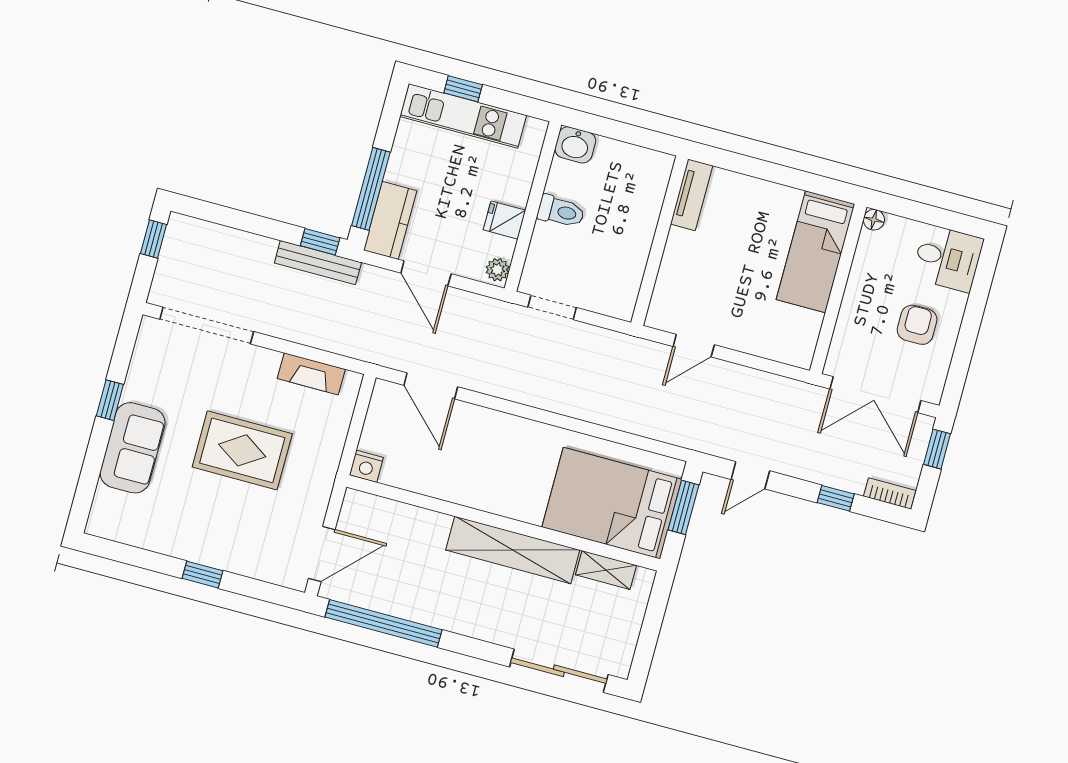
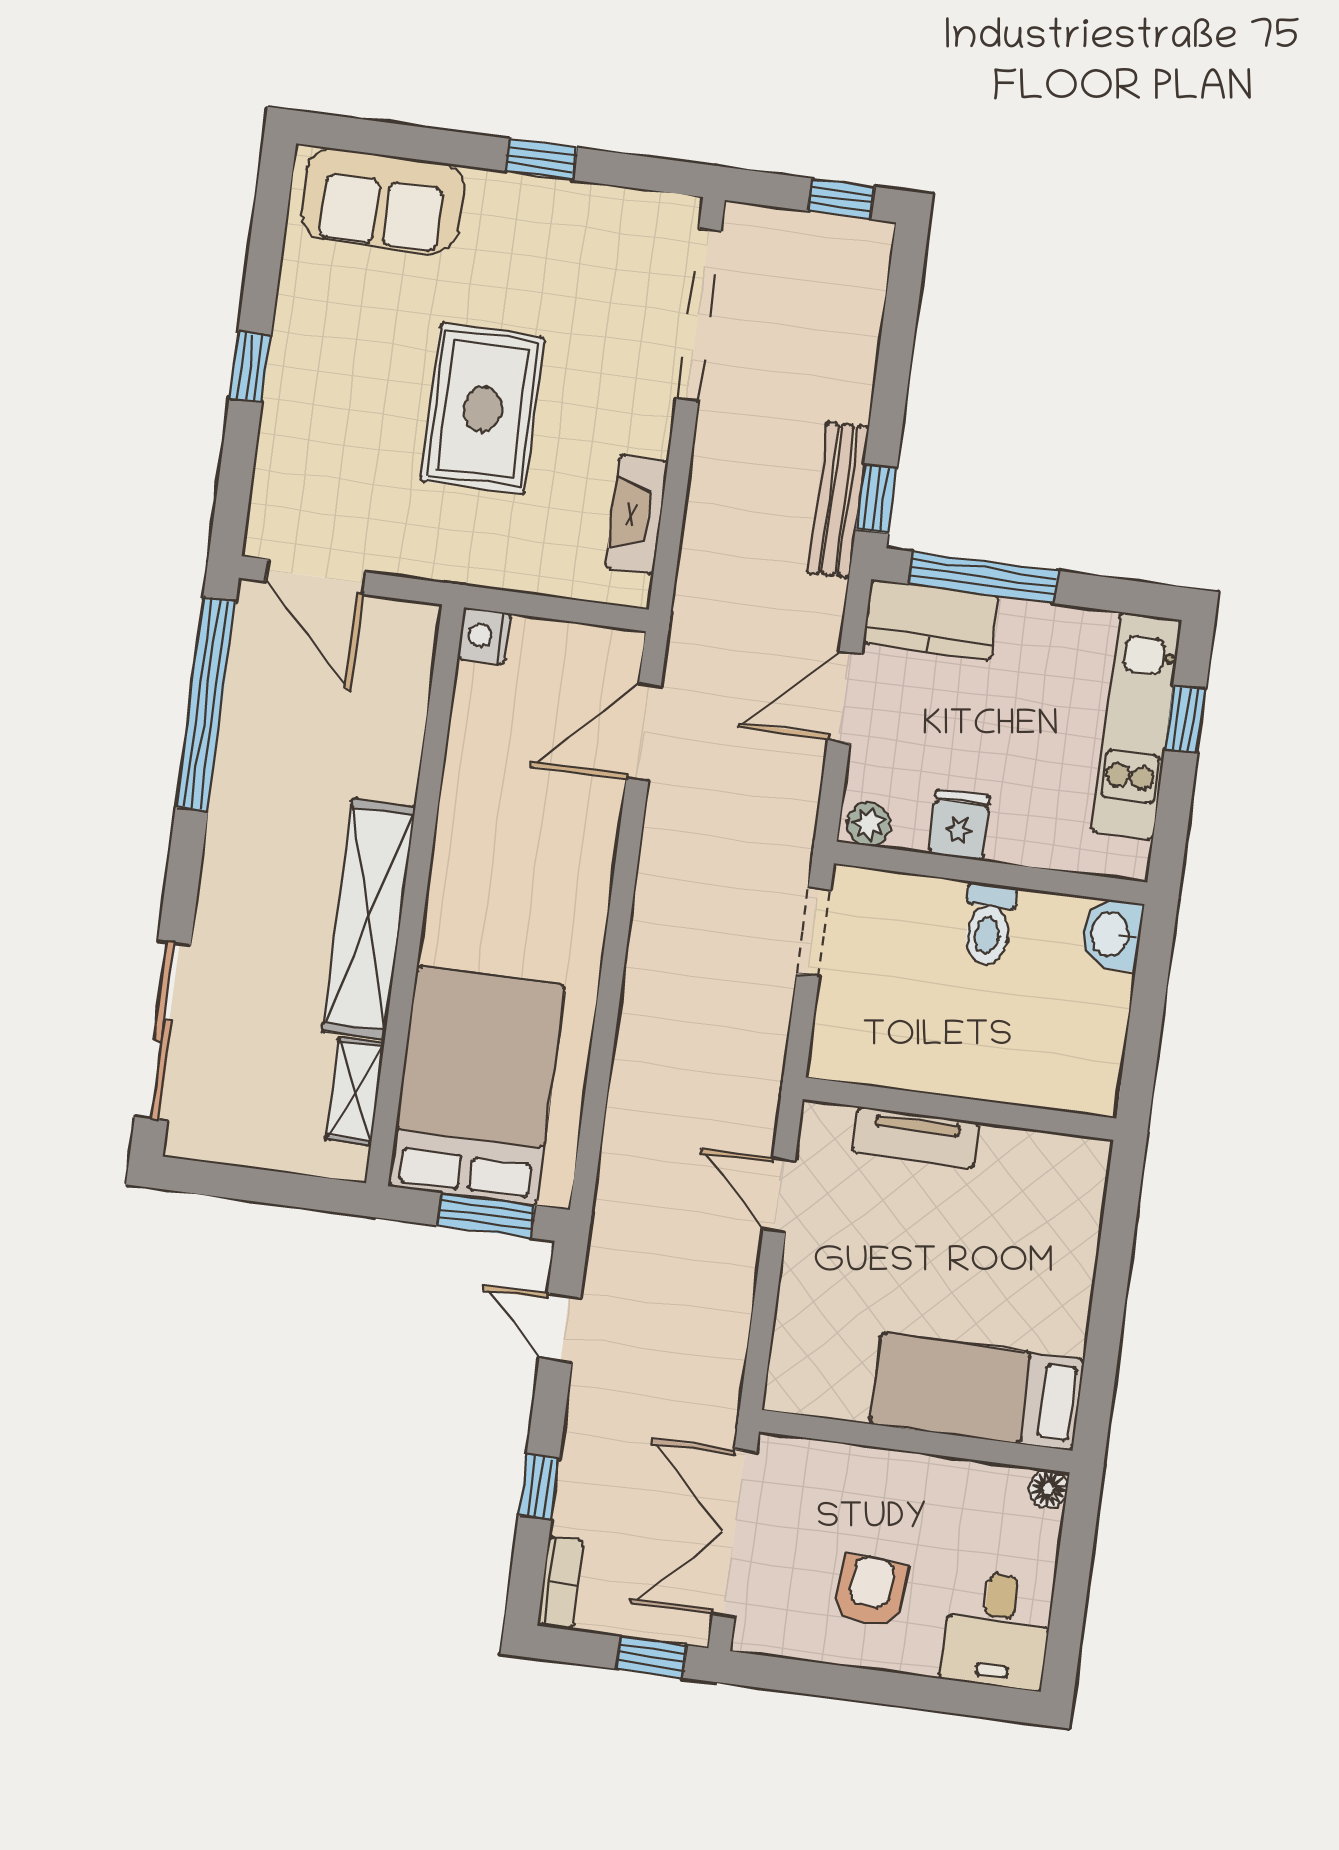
tv unit: (692, 195) -> (916, 1137), moved
armchair: (917, 325) -> (870, 1591), turned -86
sofa: (133, 448) -> (383, 201), moved

